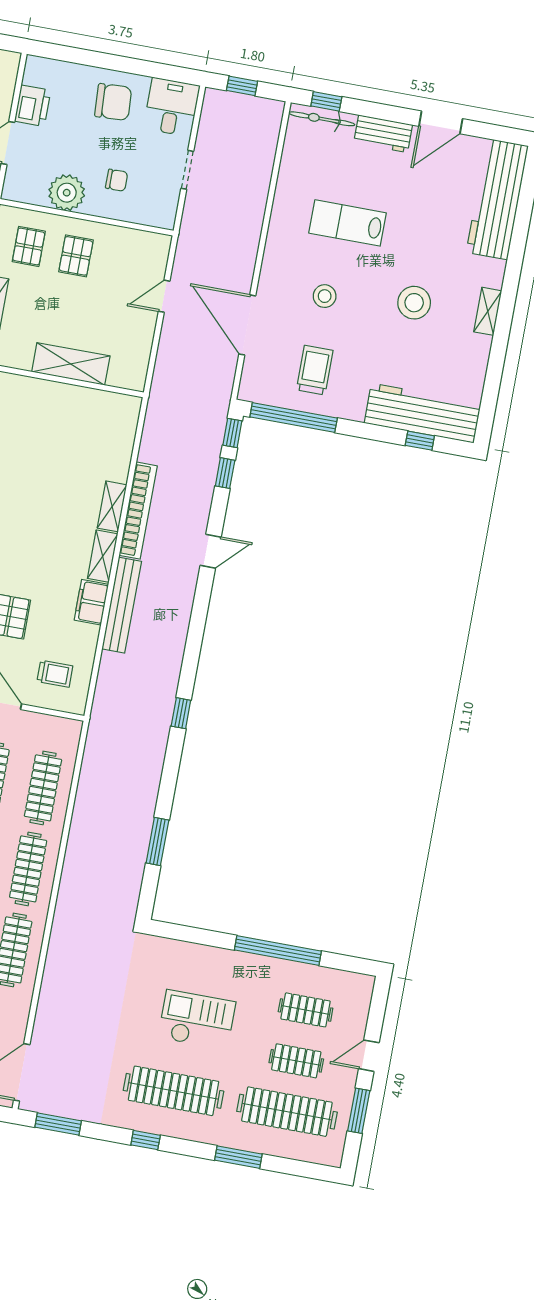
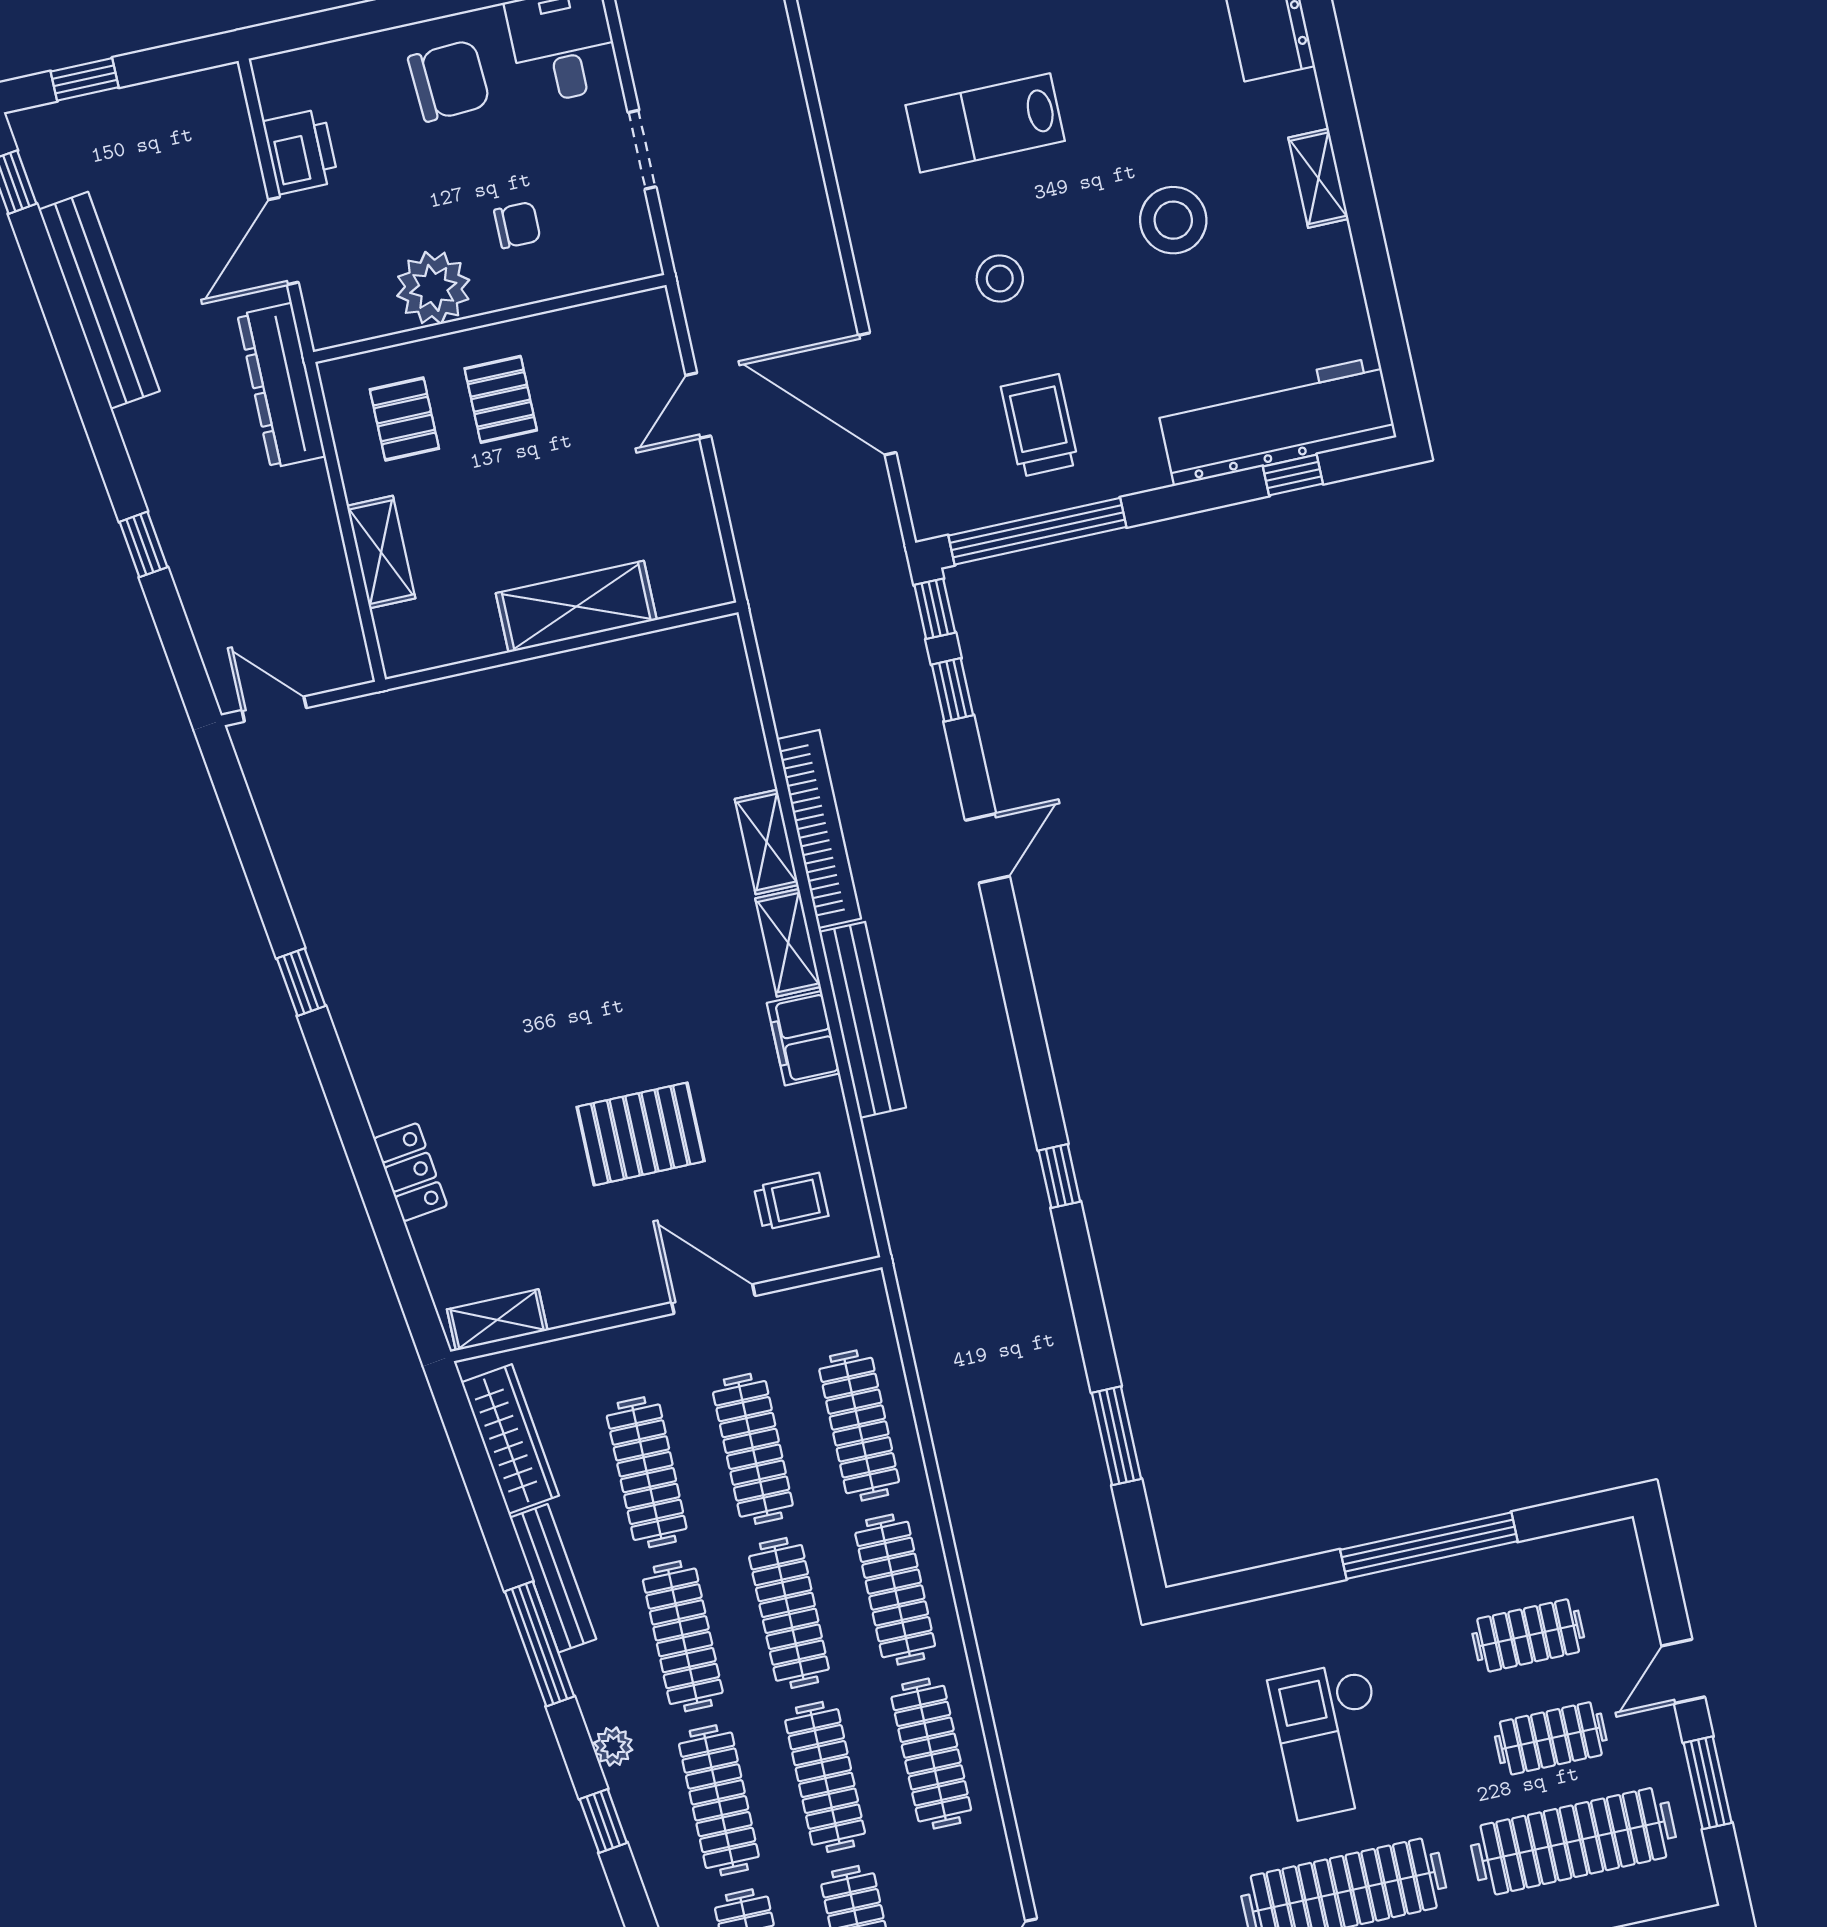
checkout: (197, 1020) -> (1332, 1740), turned -90

